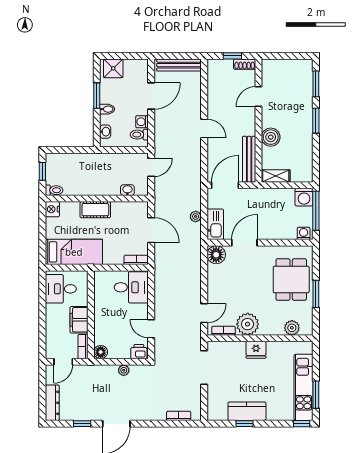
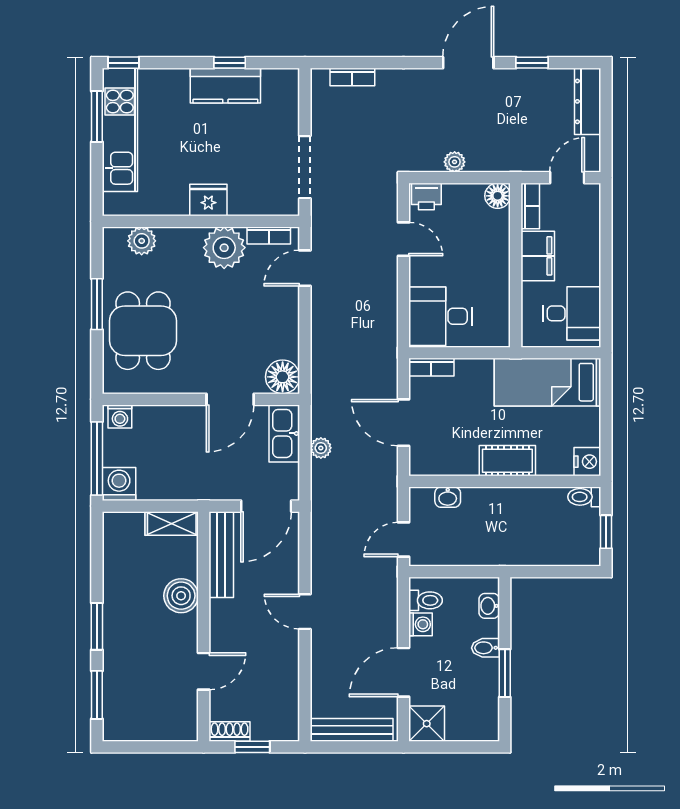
shower: (113, 68) -> (427, 724), moved

